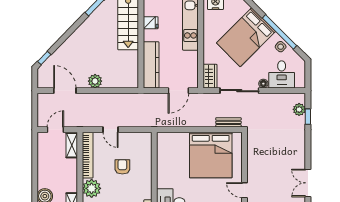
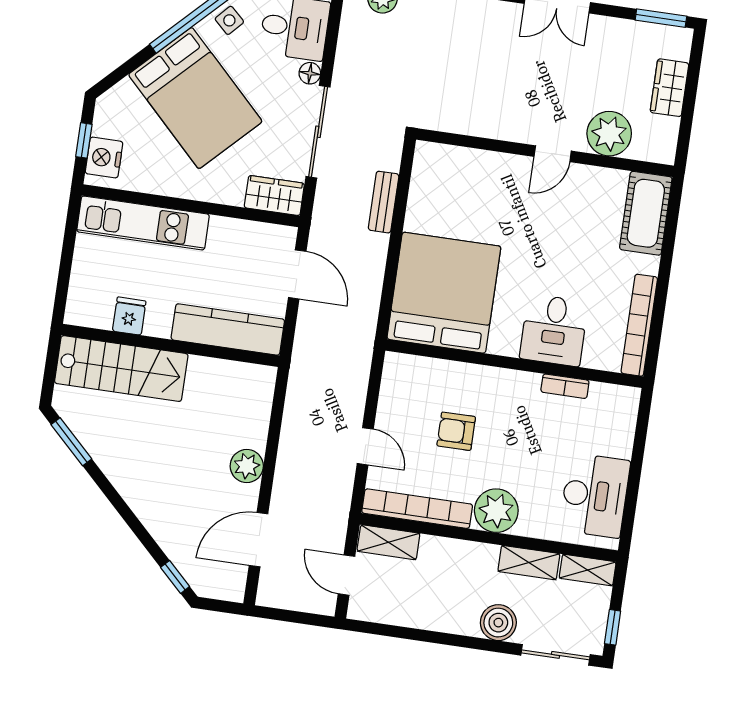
bench: (228, 122) -> (384, 202), moved
door: (111, 130) -> (365, 446), hinge flipped
bed: (211, 155) -> (444, 293), moved, turned -90

